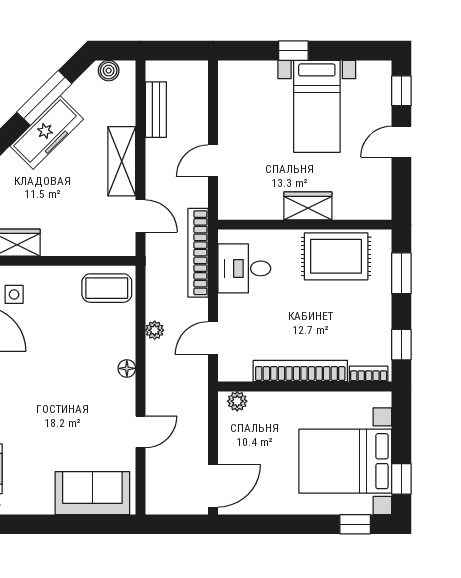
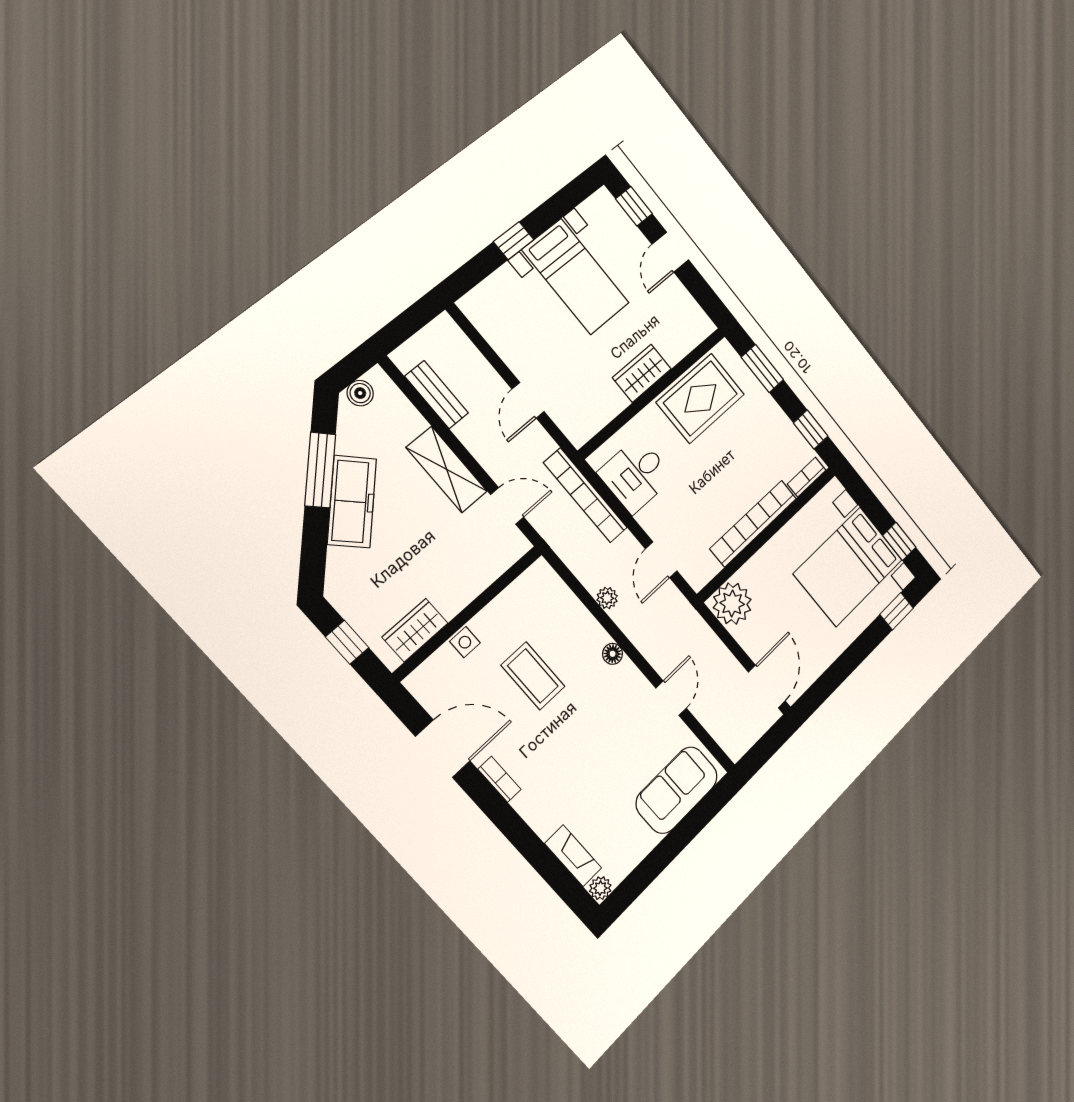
coffee table: (107, 288) -> (533, 676), moved, turned 90
side table: (14, 294) -> (465, 642), moved
plant: (237, 401) -> (732, 604), width x1.88, depth x1.88

